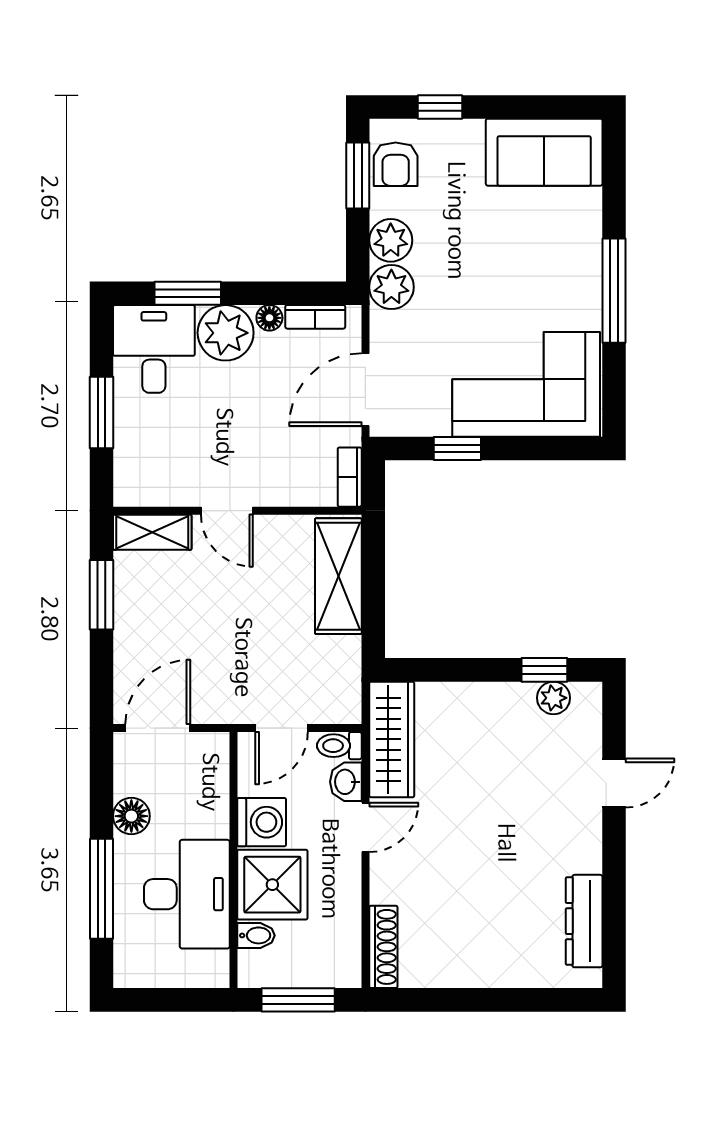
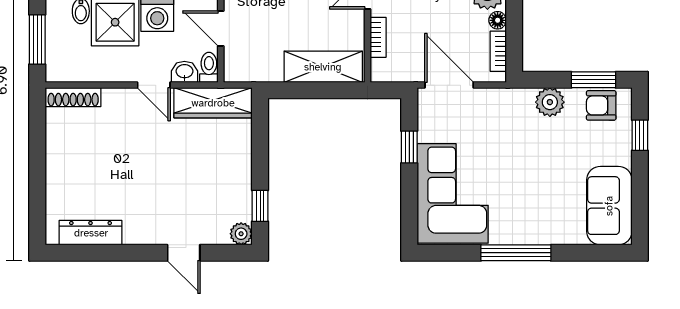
plant: (391, 287) -> (518, 103), removed
bookcase: (350, 477) -> (378, 37), moved, turned 90
plant: (553, 698) -> (241, 234), moved

